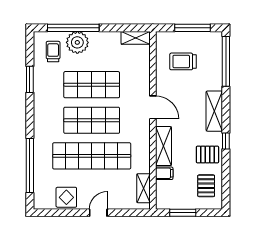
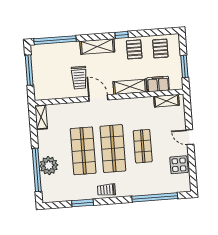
trolley: (53, 52) -> (106, 190), moved
trolley: (183, 61) -> (79, 78), moved
door: (153, 107) -> (98, 98), hinge flipped
shop shelf: (92, 156) -> (143, 146), width x0.50, depth x0.74
filing cabinet: (164, 173) -> (158, 84), width x2.00
pallet: (206, 186) -> (160, 48), turned 90

